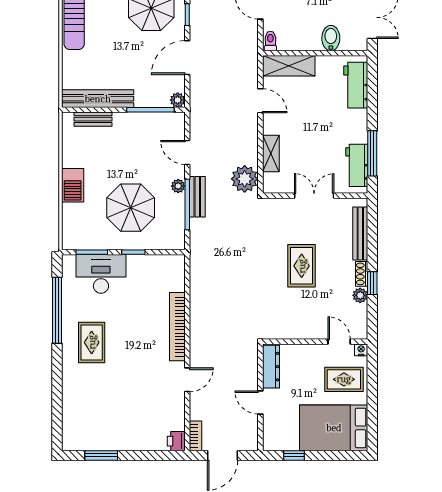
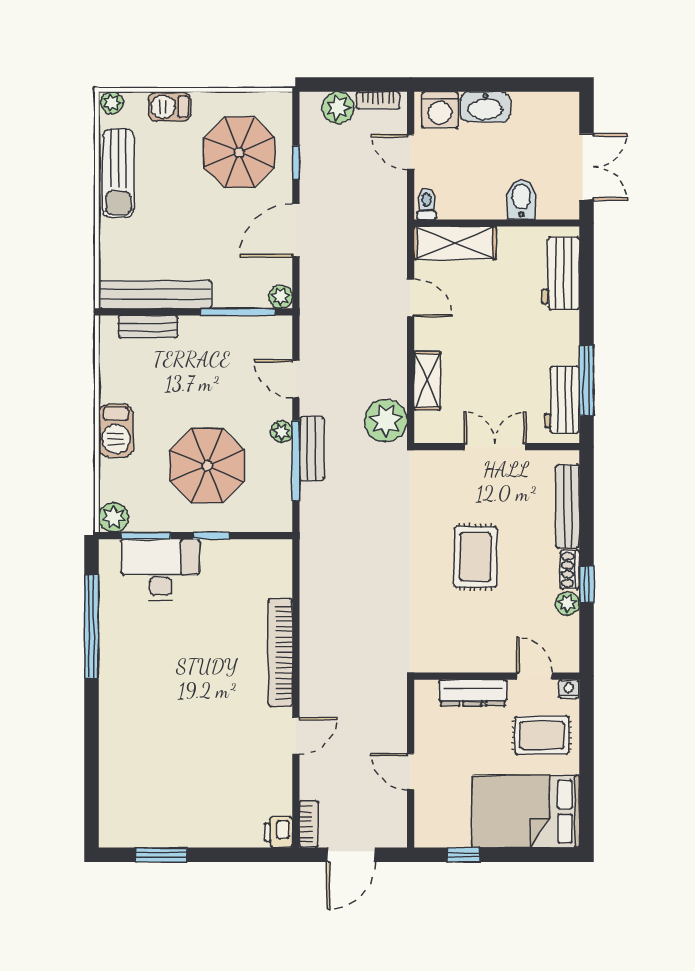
plant: (71, 241) -> (114, 517), added
rug: (92, 342) -> (146, 677), removed
dresser: (271, 367) -> (473, 693), moved, turned 90

